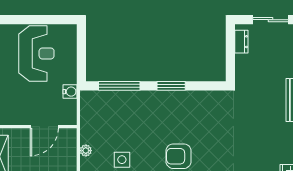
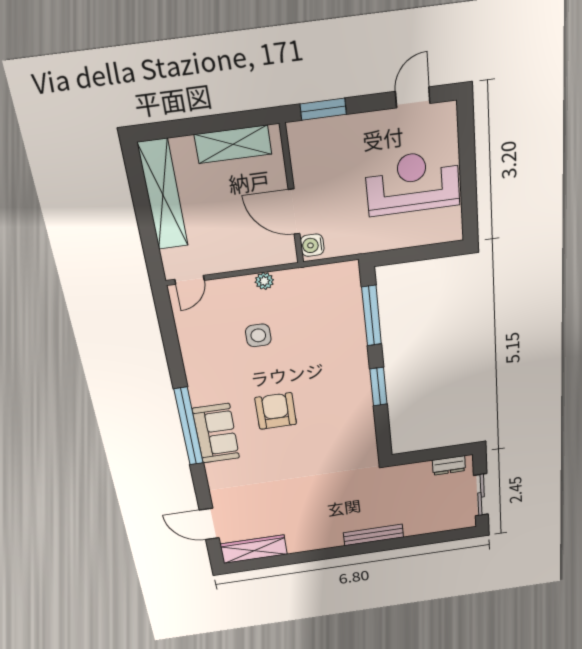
reception desk: (36, 53) -> (413, 183), turned 180
water cooler: (70, 92) -> (312, 245), moved, turned 90

